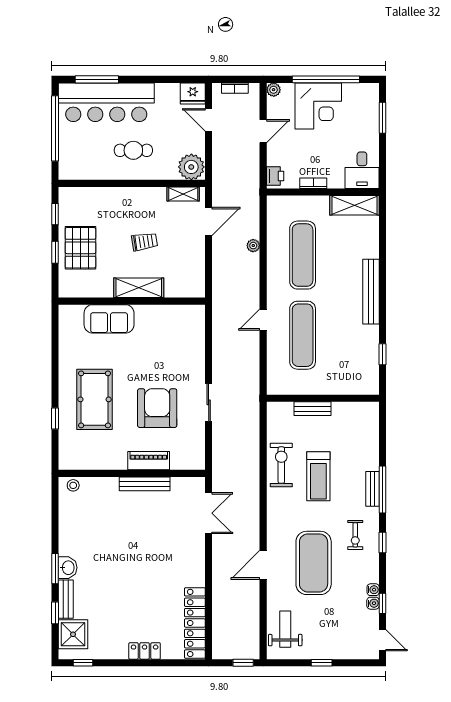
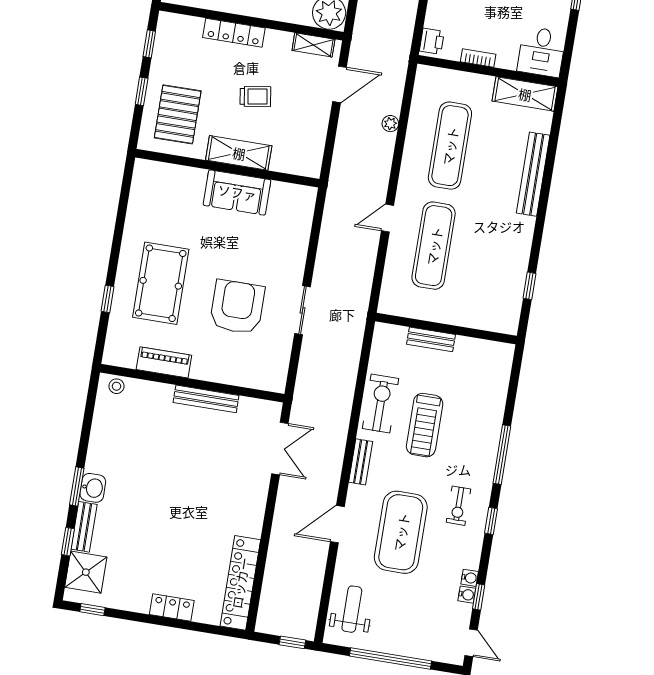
locker: (120, 195) -> (234, 33), added
pallet: (80, 248) -> (178, 114), moved
bench: (371, 292) -> (533, 174), moved
sofa: (109, 319) -> (237, 192), moved
piano: (149, 461) -> (164, 362), moved
bench: (372, 489) -> (361, 462), moved
window: (322, 663) -> (391, 658), width x3.17

